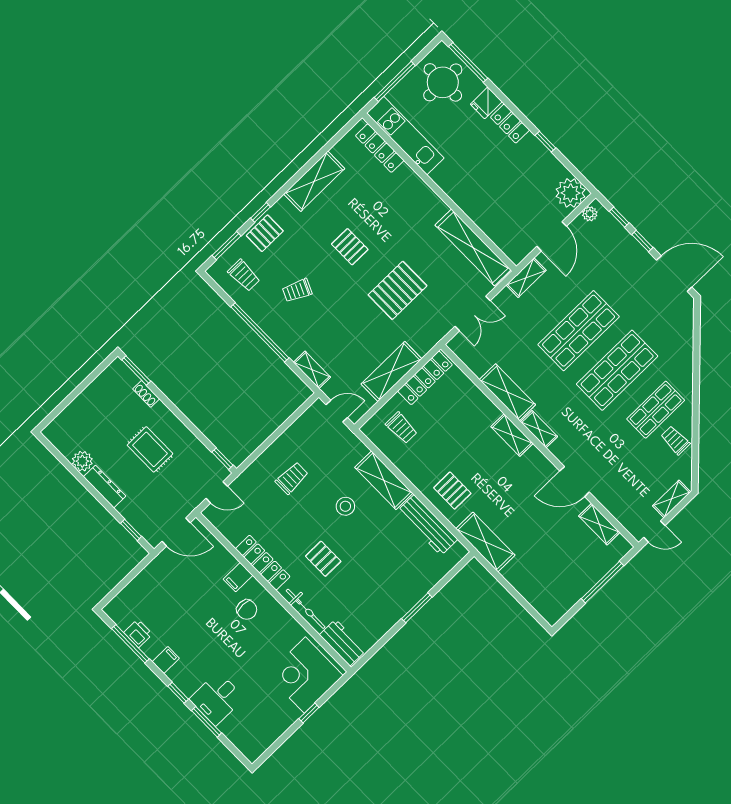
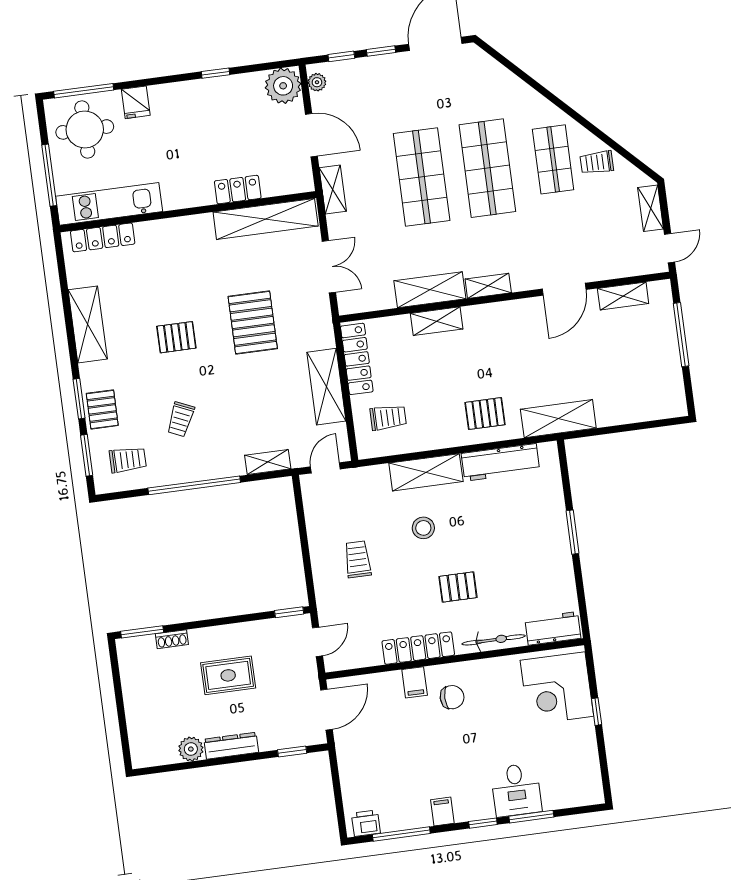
locker: (510, 124) -> (238, 190), moved, turned 180
window: (261, 212) -> (79, 399), width x1.50
shelving: (512, 435) -> (437, 321), moved
printer: (138, 633) -> (366, 823), moved

